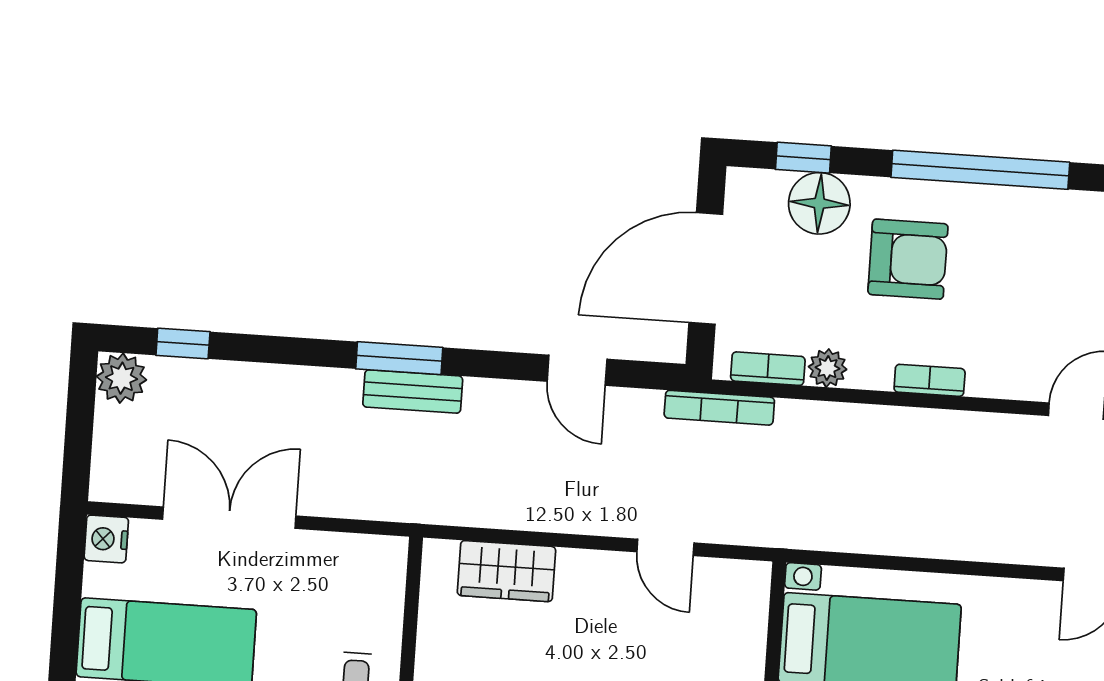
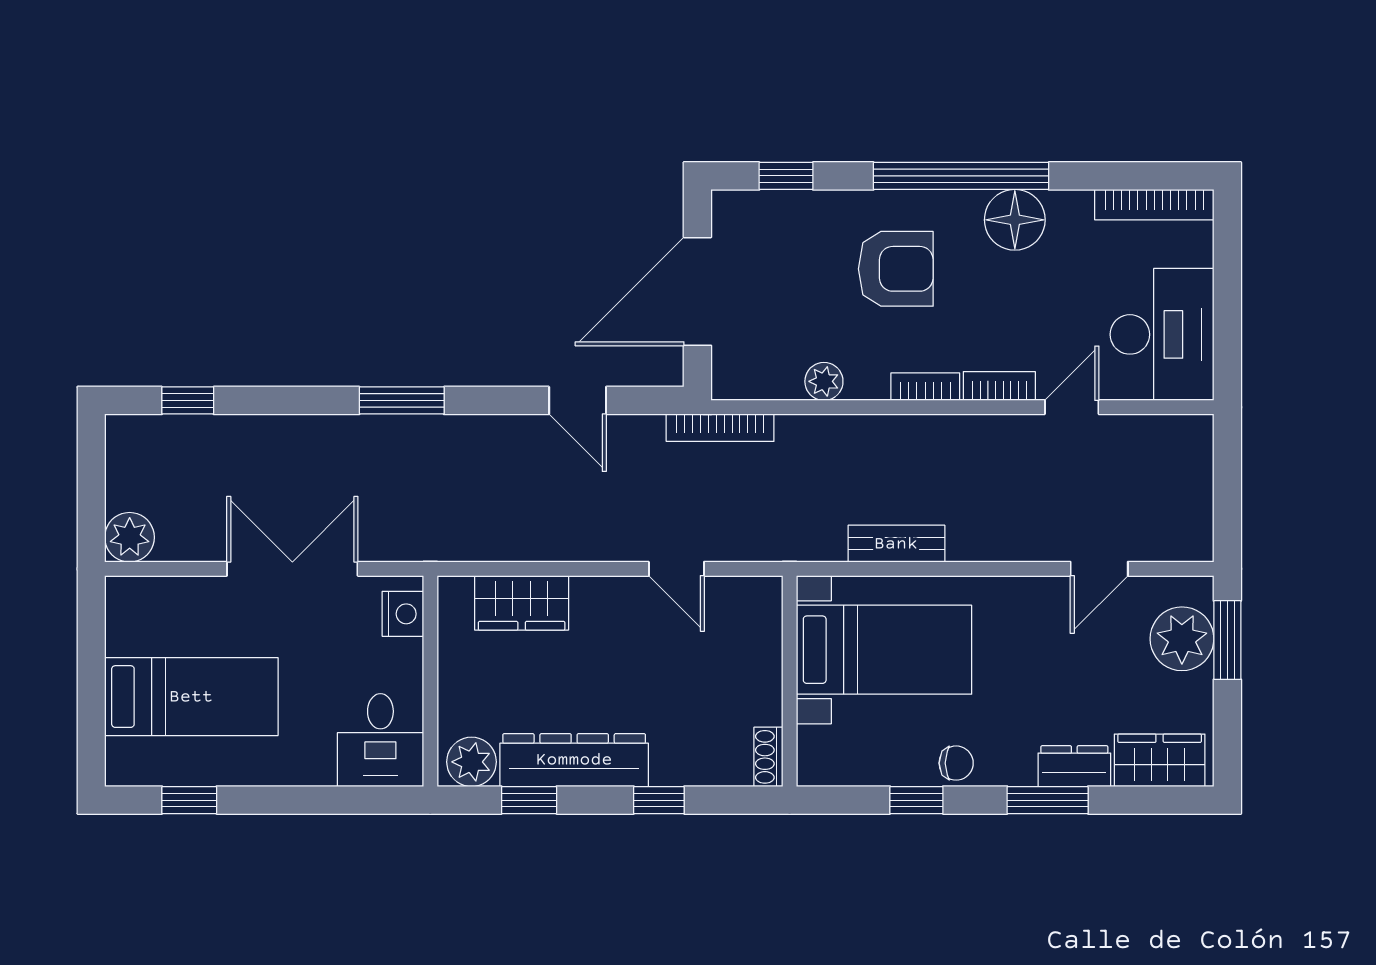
floor lamp: (819, 203) -> (1015, 220), moved
bookcase: (768, 369) -> (999, 386), moved
plant: (121, 378) -> (130, 537), moved
bench: (413, 392) -> (896, 544), moved
double door: (229, 518) -> (292, 569), moved
nightstand: (106, 539) -> (403, 614), moved, turned 180

